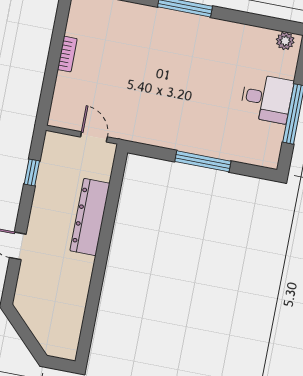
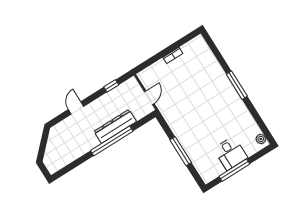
window: (105, 239) -> (112, 141), added

